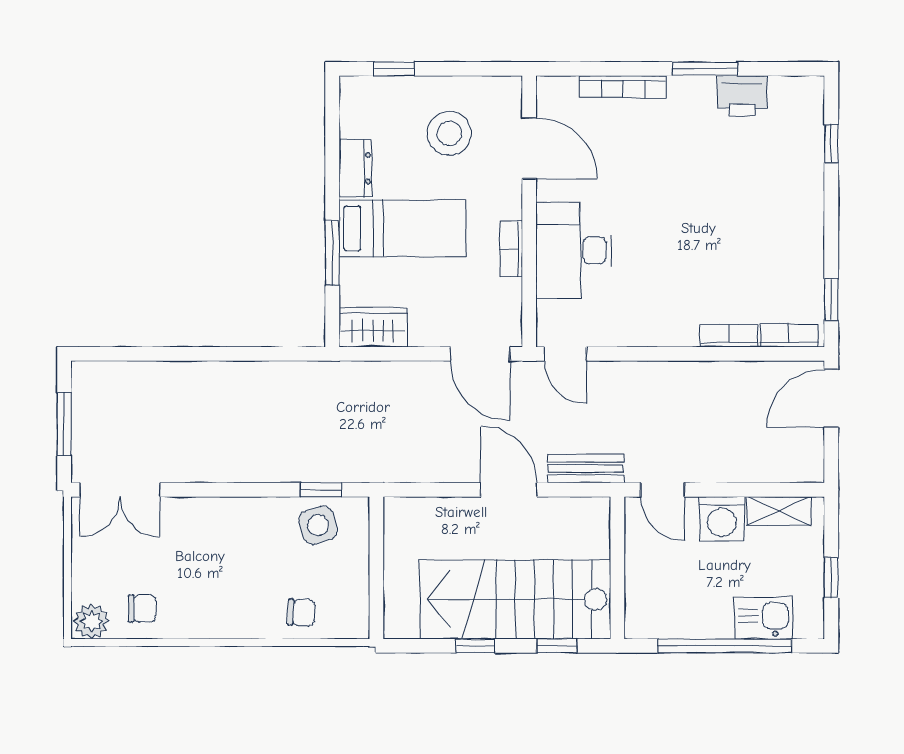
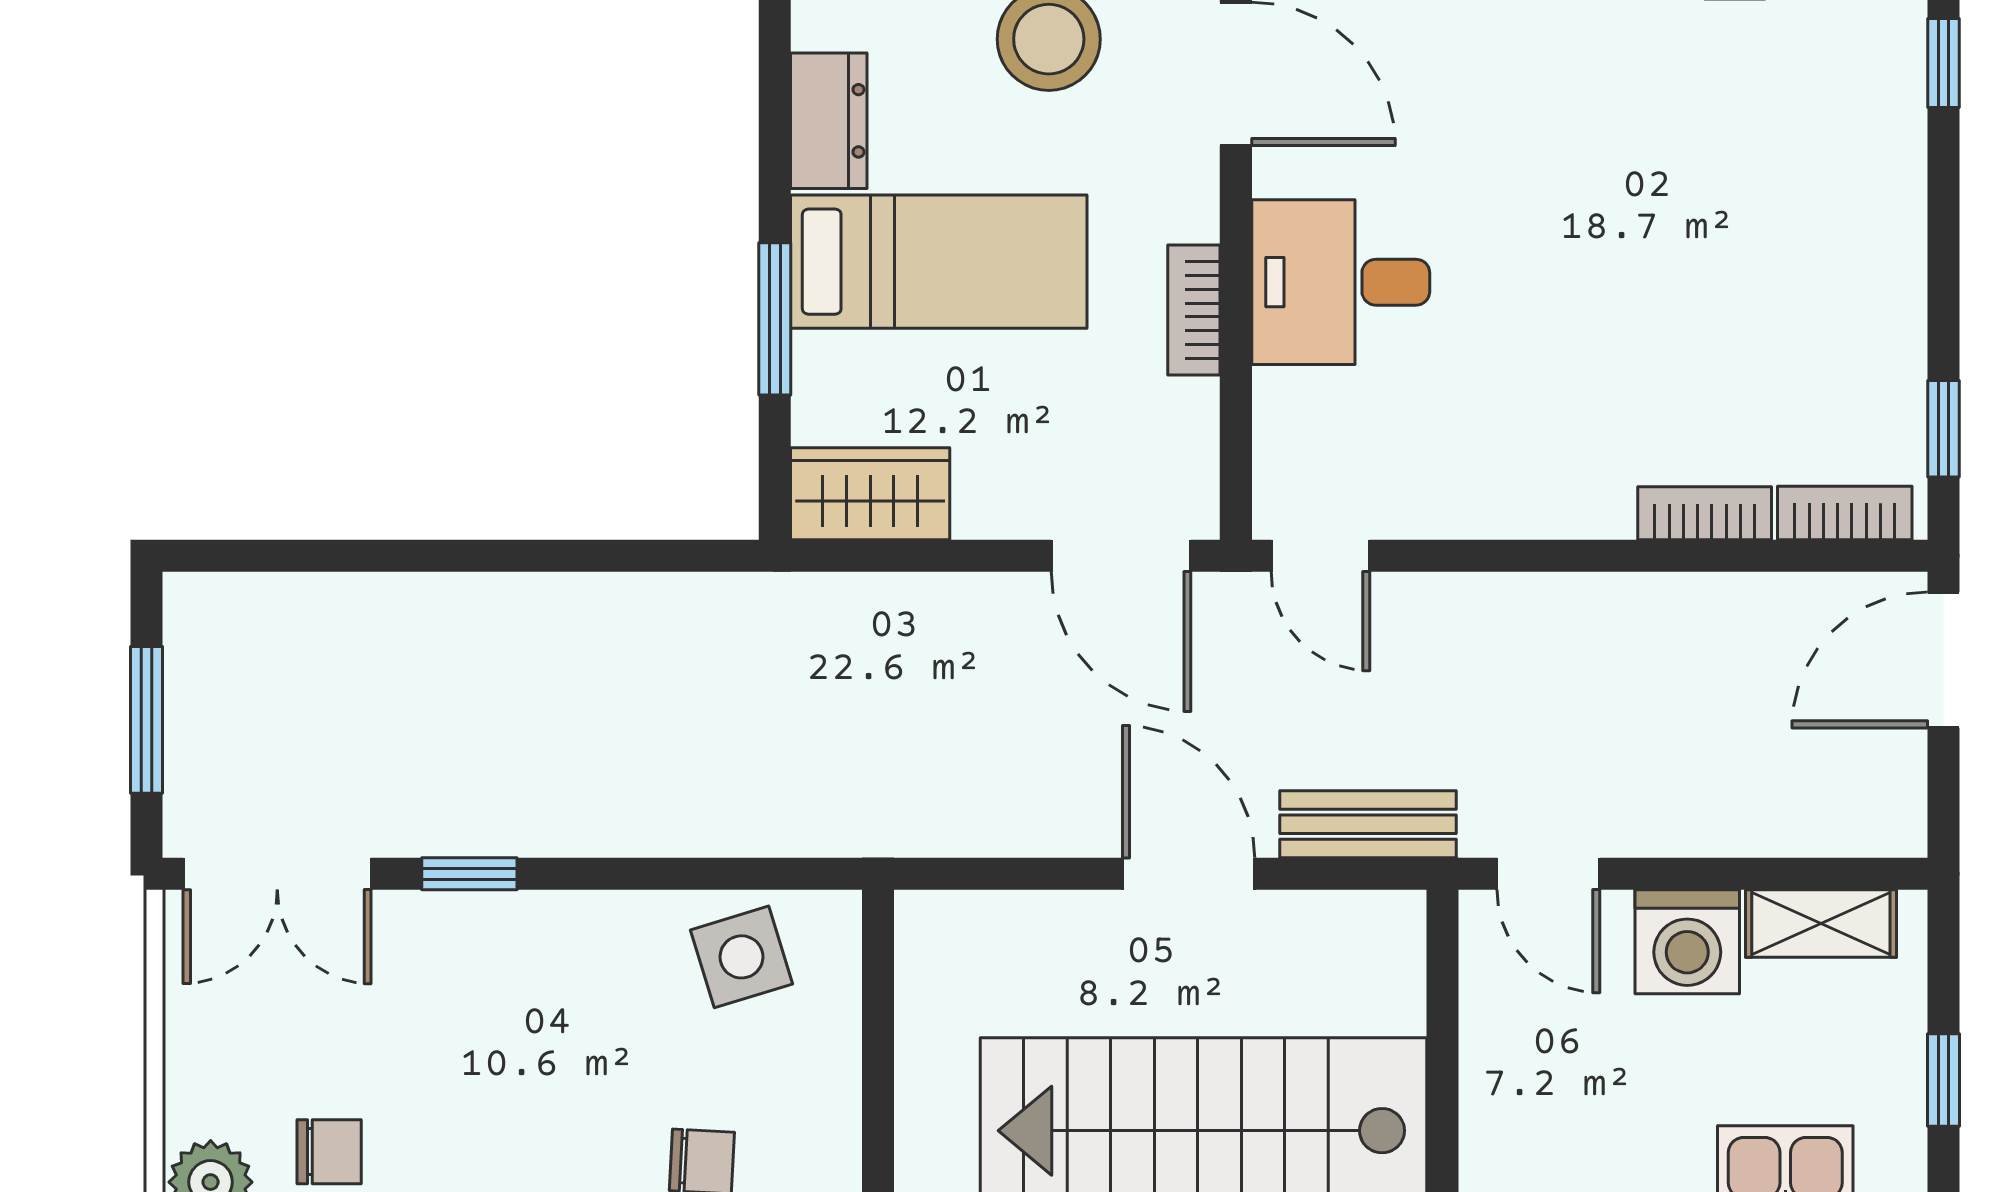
desk: (574, 250) -> (1341, 282), width x0.73
window: (321, 490) -> (469, 874), moved

